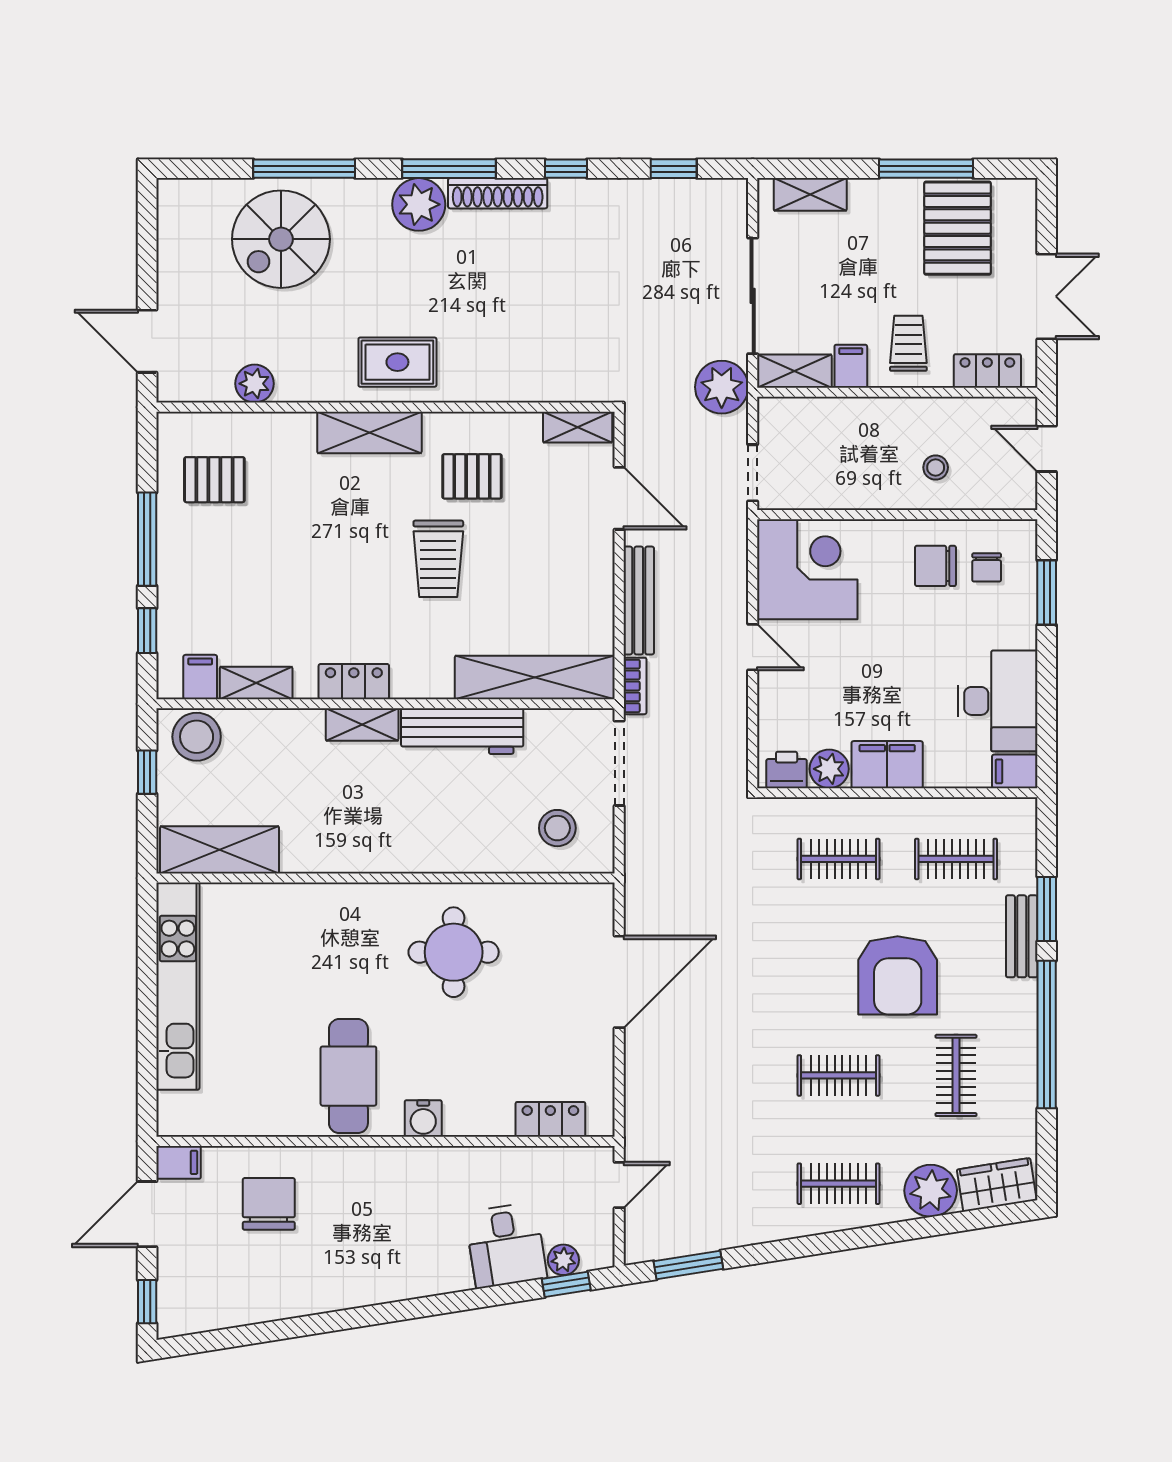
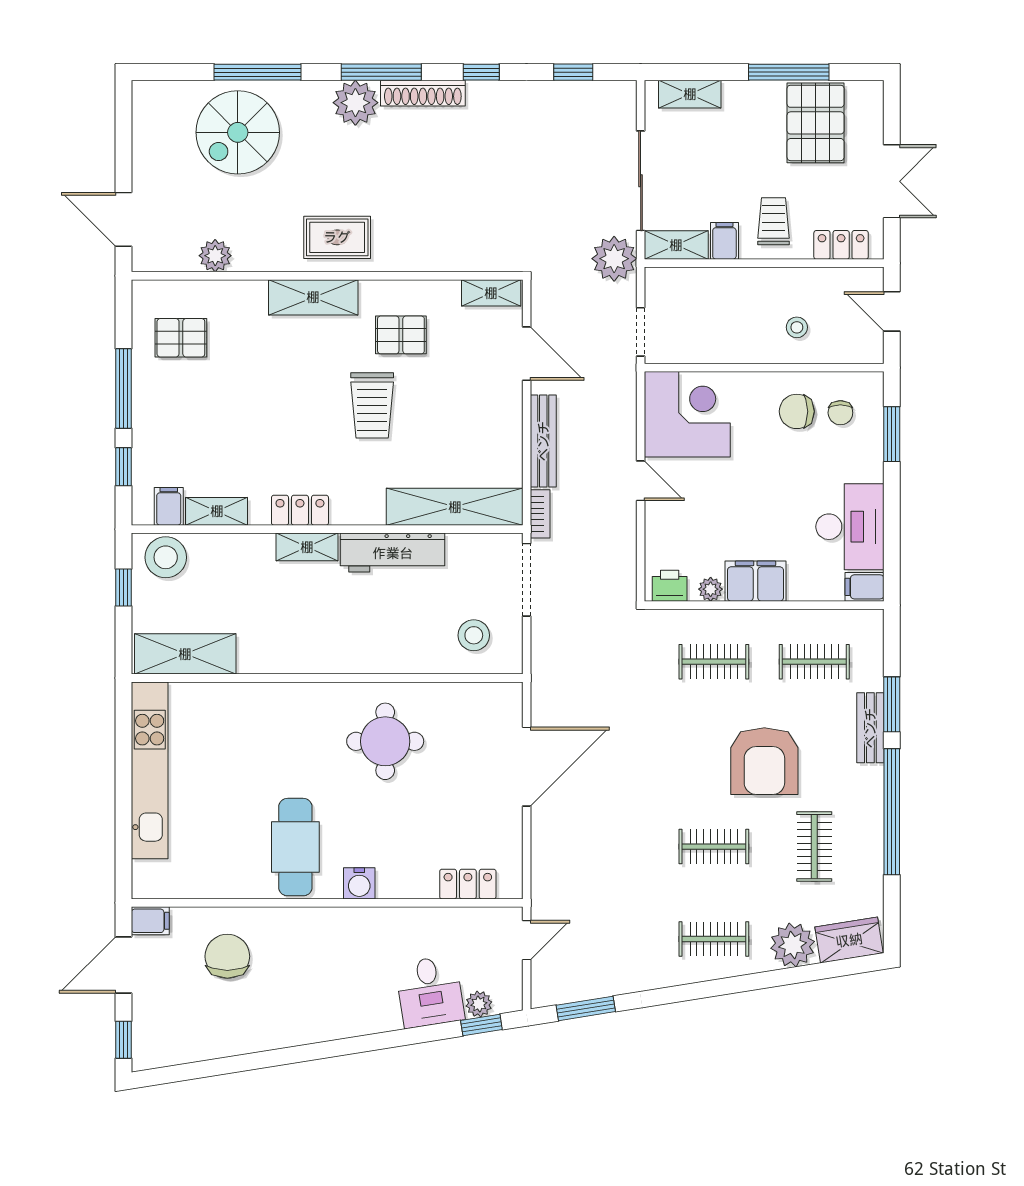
plant: (829, 769) -> (711, 589), width x0.73, depth x0.73

